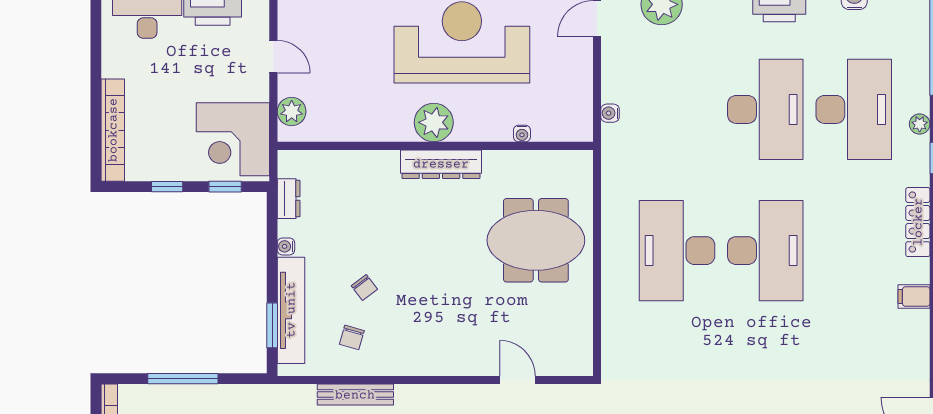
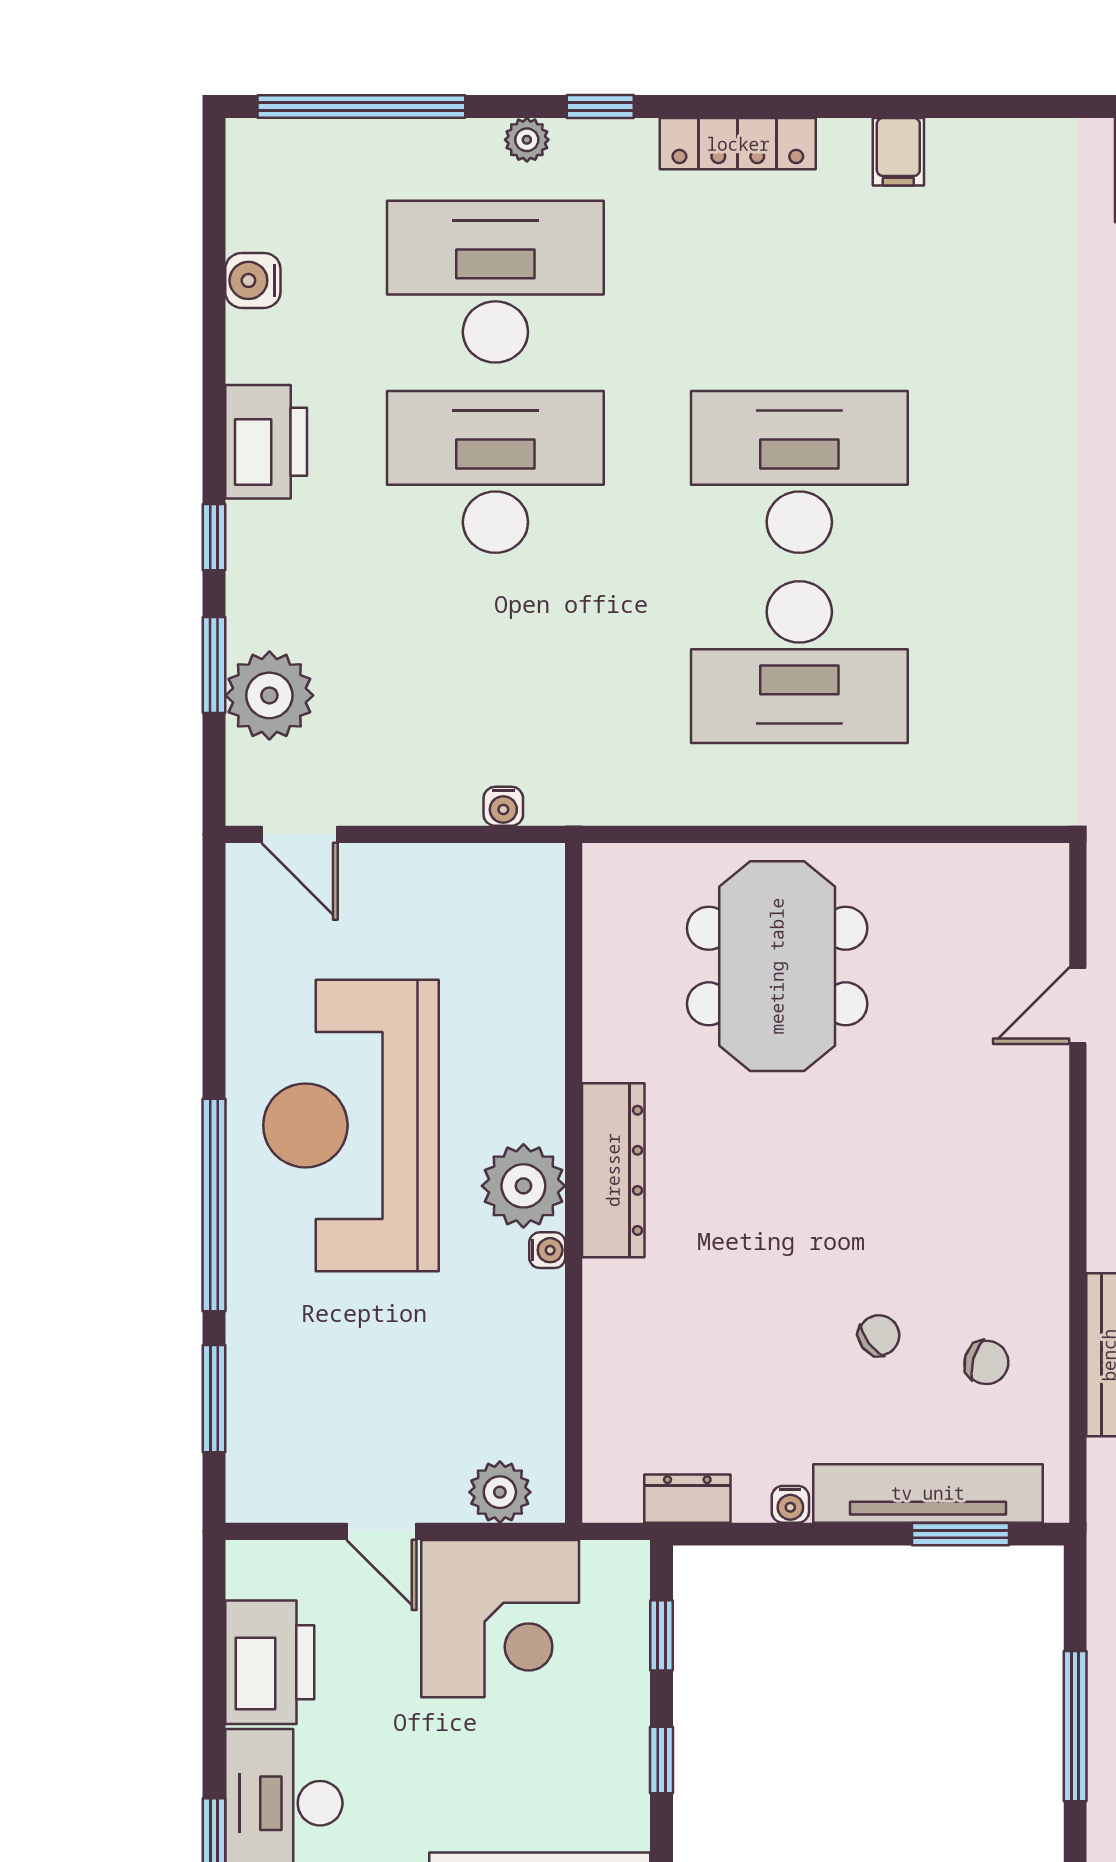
door: (273, 57) -> (382, 1531), swing flipped
water cooler: (522, 134) -> (547, 1250), moved
corner desk: (233, 139) -> (500, 1619), moved

